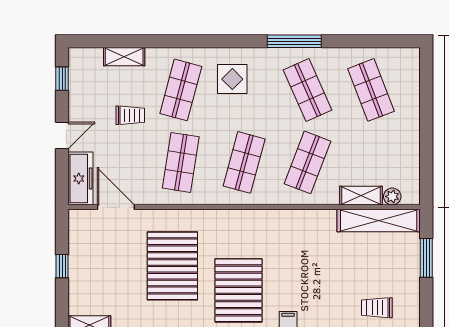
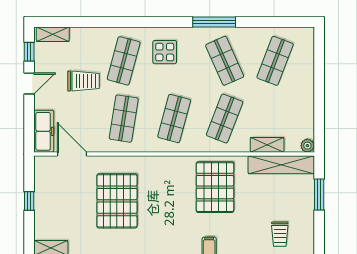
shelving: (124, 57) -> (53, 34), moved
shop shelf: (371, 90) -> (275, 61), turned 42
trolley: (130, 115) -> (83, 81), width x1.36, depth x1.39
door: (62, 136) -> (29, 84), moved
plant: (392, 196) -> (307, 146), moved
pallet: (238, 290) -> (215, 187), moved
trolley: (377, 308) -> (280, 234), turned -90

